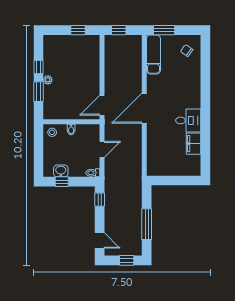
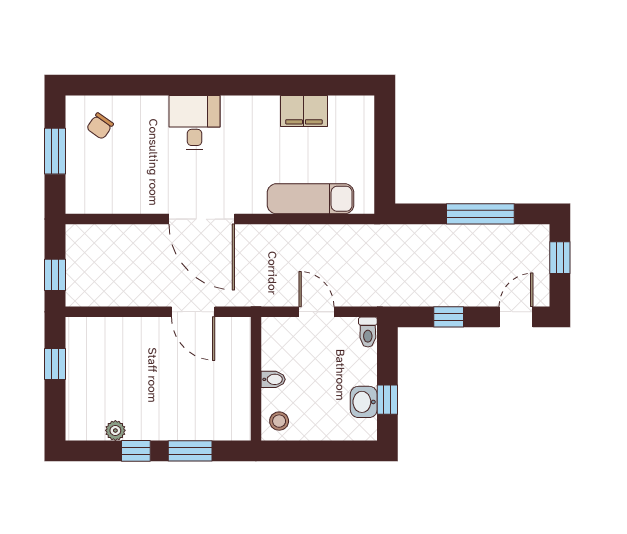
window: (164, 30) -> (55, 151), moved
exam couch: (154, 54) -> (310, 199), moved
plant: (48, 80) -> (115, 430), moved
door: (102, 105) -> (193, 312), moved
door: (144, 108) -> (202, 219), moved
desk: (188, 120) -> (194, 123), moved
window: (100, 200) -> (449, 317), moved

